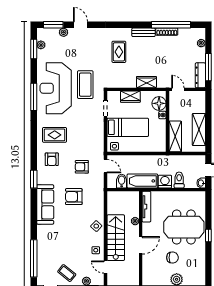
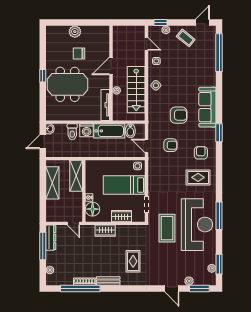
stairs: (116, 238) -> (136, 90), moved

